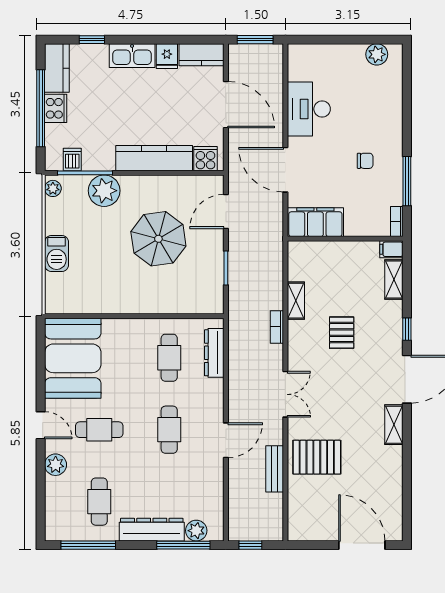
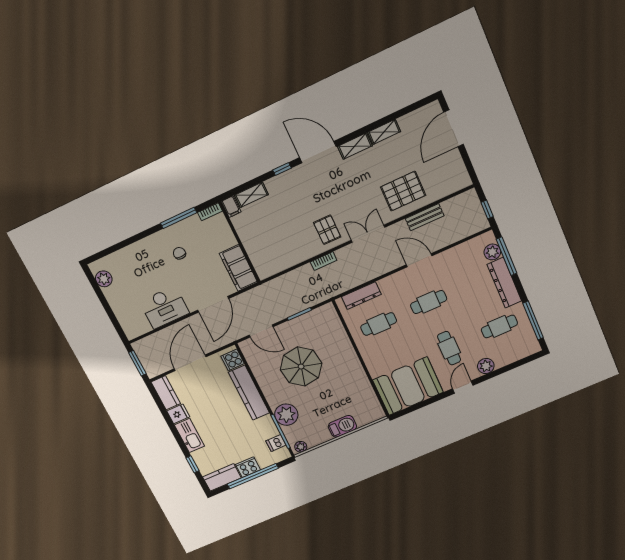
shelving: (296, 301) -> (384, 132), moved
pallet: (342, 333) -> (327, 230), moved, turned 90
pallet: (317, 457) -> (403, 191), turned 90

